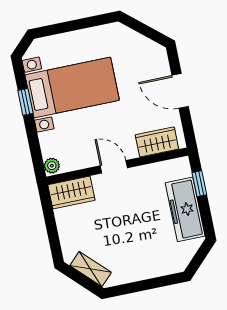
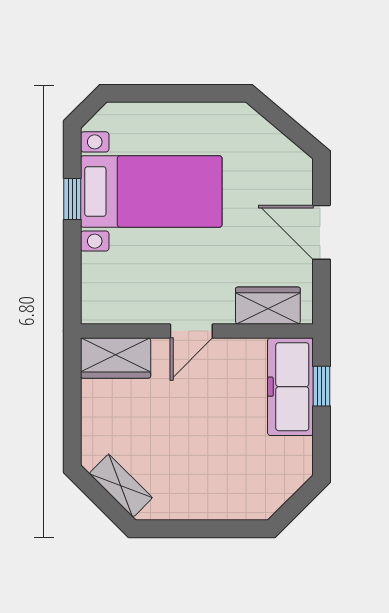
plant: (52, 166) -> (93, 309), removed
door: (114, 167) -> (191, 331), swing flipped
freezer: (185, 209) -> (290, 387), moved

